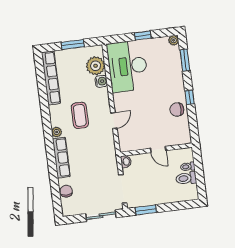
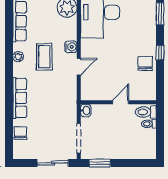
water cooler: (101, 81) -> (71, 47), moved
chair: (177, 110) -> (145, 64), turned 90
plant: (57, 132) -> (18, 57), moved
door: (158, 149) -> (121, 102), swing flipped
toilet: (186, 178) -> (146, 112), moved

